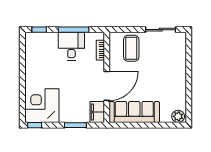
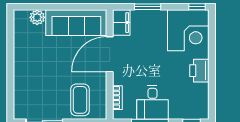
printer: (33, 72) -> (199, 71), added
plant: (178, 116) -> (37, 17), moved

